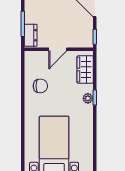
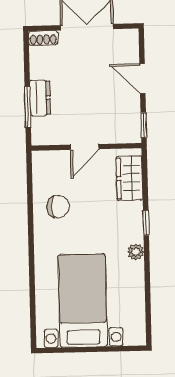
dresser: (31, 35) -> (40, 98), moved
plant: (88, 98) -> (136, 252), moved

